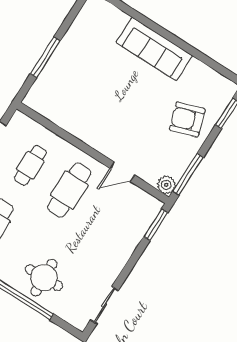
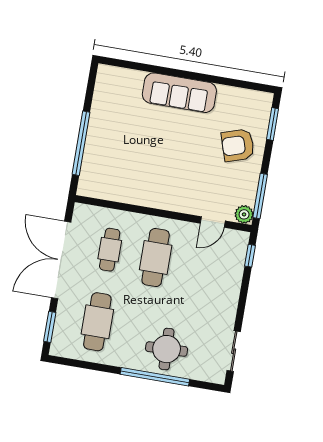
window: (45, 57) -> (81, 143), width x1.46
door: (122, 172) -> (213, 222), moved
window: (156, 225) -> (250, 256), width x0.67

